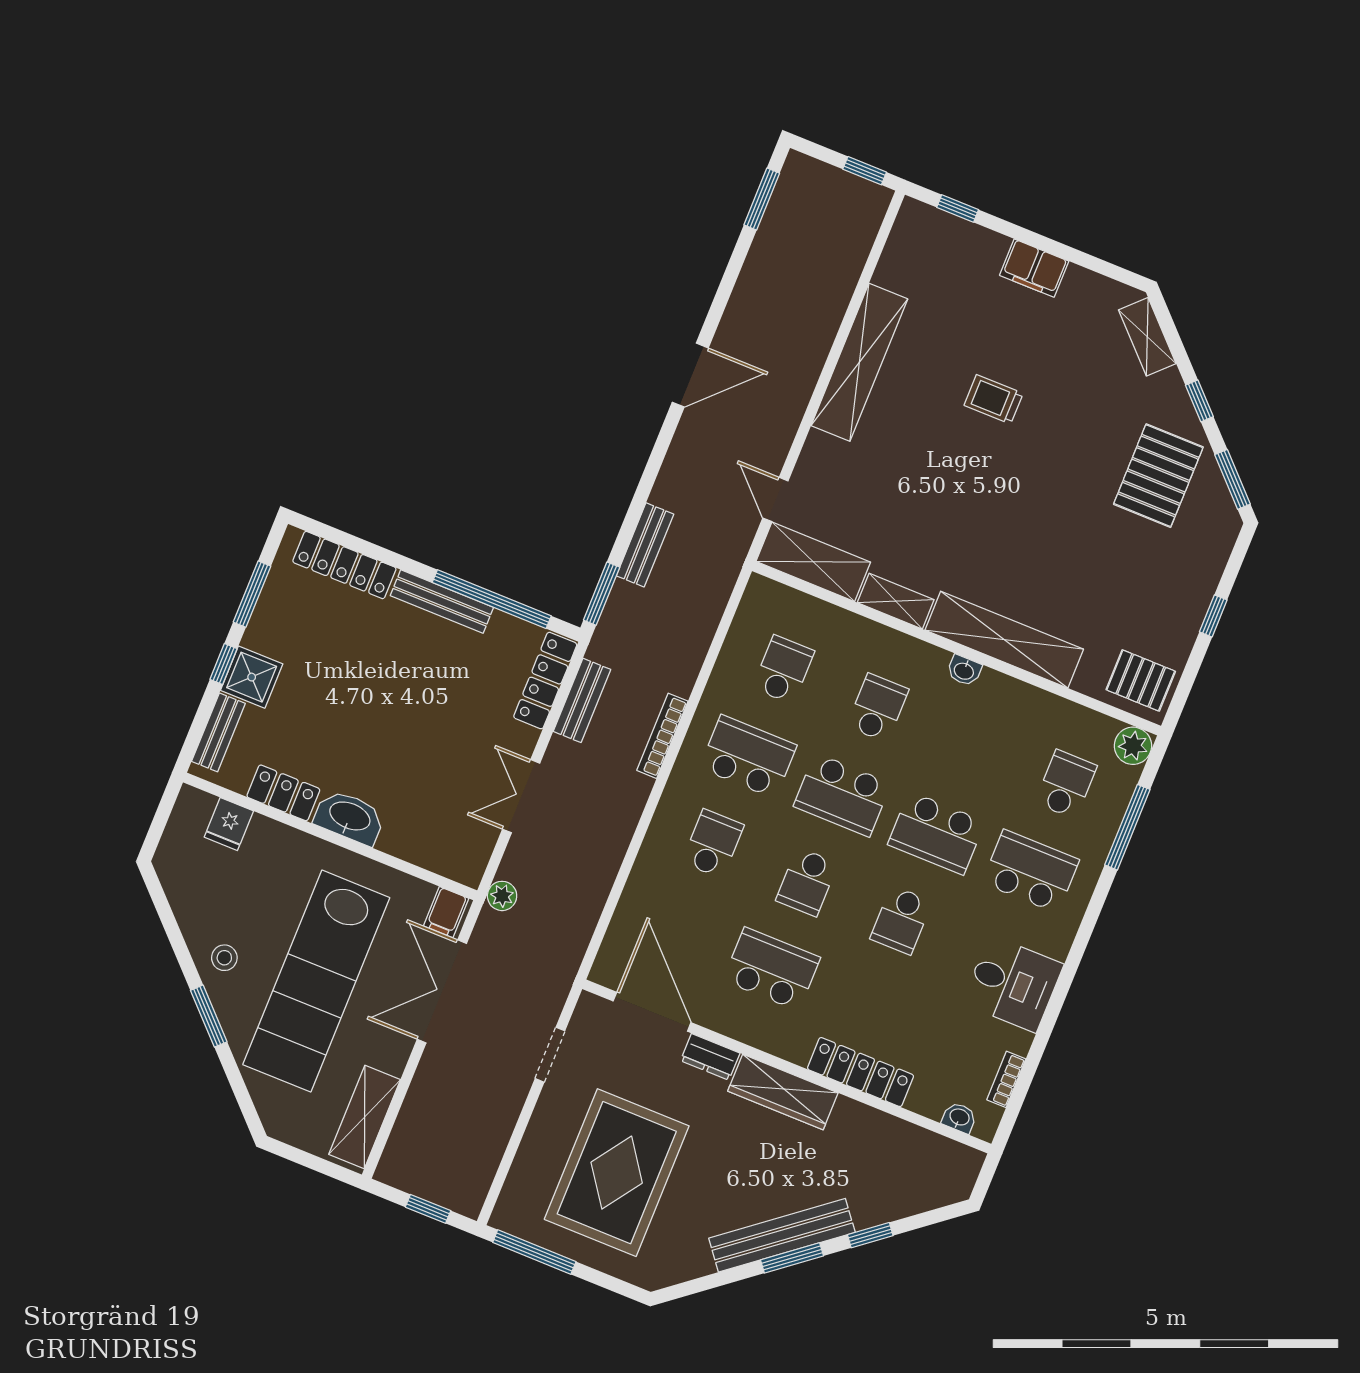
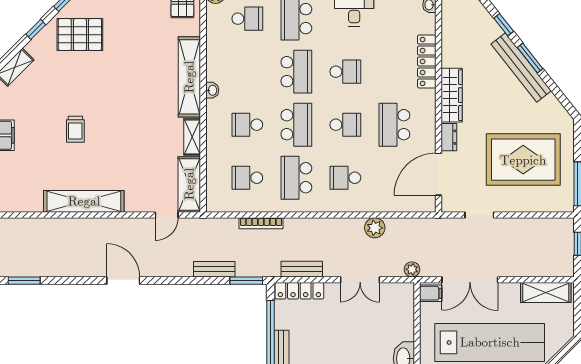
bookcase: (662, 736) -> (261, 223), moved
school desk: (1066, 784) -> (247, 19), turned 180
plant: (603, 860) -> (375, 228), added

